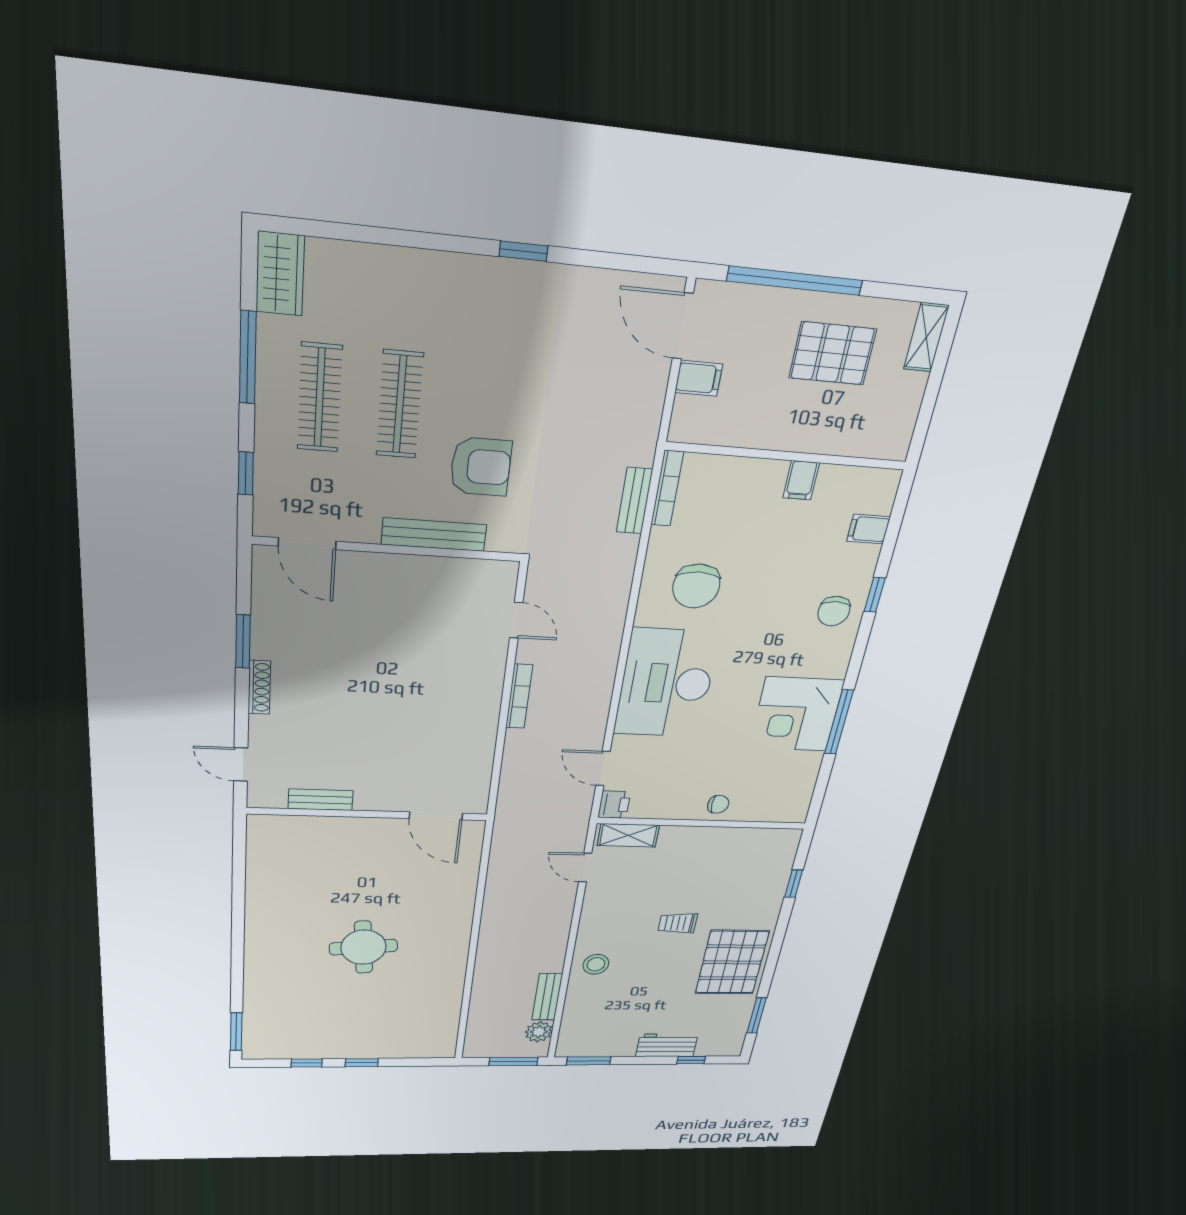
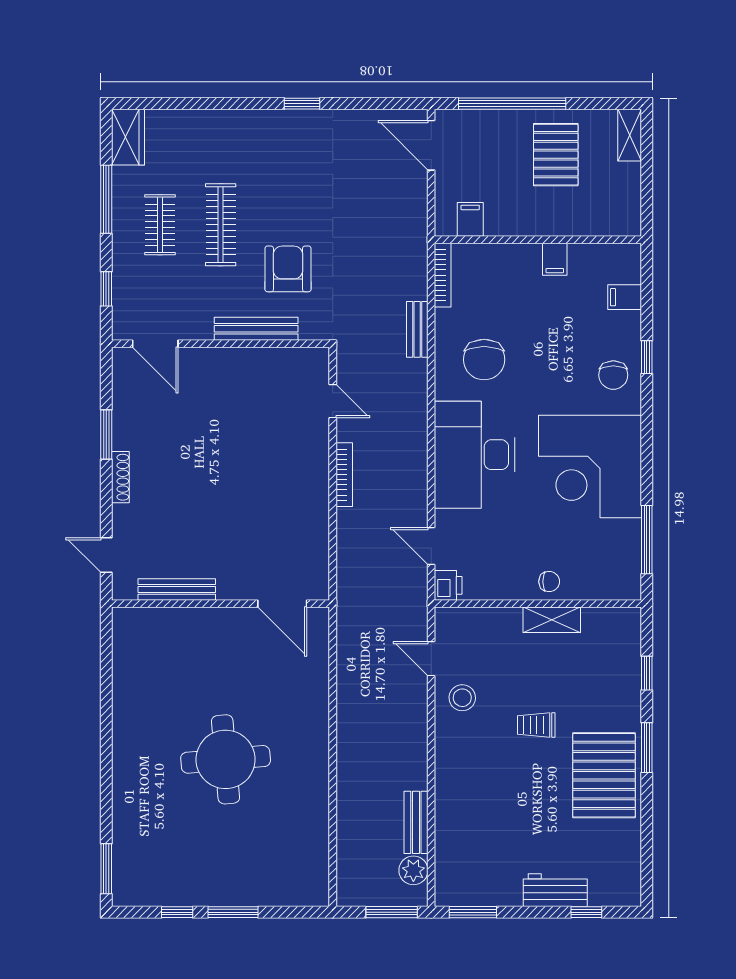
pallet: (833, 353) -> (556, 155), turned 90
filing cabinet: (699, 378) -> (470, 219), moved, turned -90
clothes rail: (320, 398) -> (160, 225), width x0.73
armchair: (481, 467) -> (288, 269), turned -90
bench: (635, 501) -> (417, 329), moved
corner desk: (796, 714) -> (590, 467), width x1.36, depth x1.36
window: (839, 722) -> (647, 540), moved
bench: (321, 800) -> (177, 589), width x1.36
shelving: (628, 835) -> (552, 620), moved
round table: (363, 947) -> (226, 759), width x1.36, depth x1.36
stool: (596, 964) -> (462, 698), moved
window: (757, 1015) -> (647, 748), moved
window: (362, 1063) -> (233, 912), width x1.50

